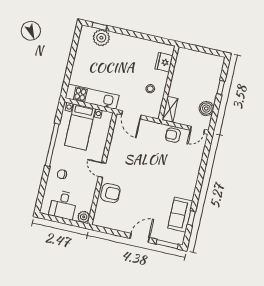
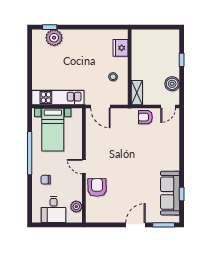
armchair: (110, 193) -> (97, 187), turned -91
sofa: (180, 215) -> (170, 193), width x1.36
plant: (84, 217) -> (76, 207), moved

